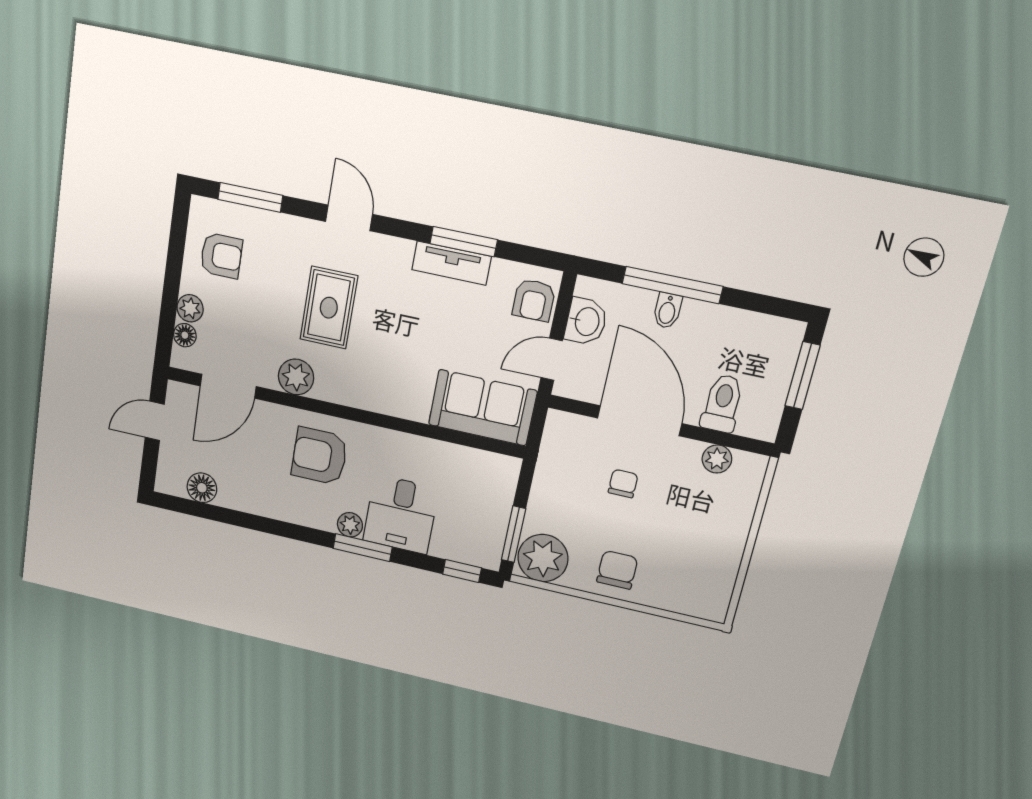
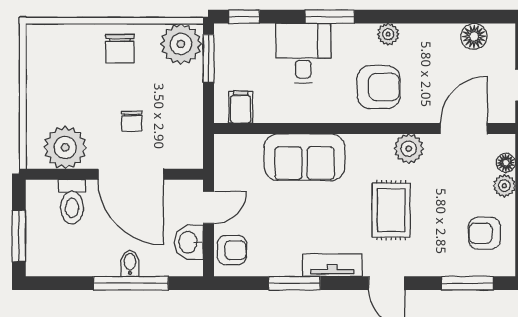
tv unit: (452, 263) -> (332, 265), moved
armchair: (534, 300) -> (232, 250), turned 90
sofa: (483, 408) -> (304, 157), moved
plant: (717, 459) -> (65, 147), width x1.87, depth x1.87
filing cabinet: (487, 470) -> (241, 107), added
plant: (350, 525) -> (388, 34), moved

